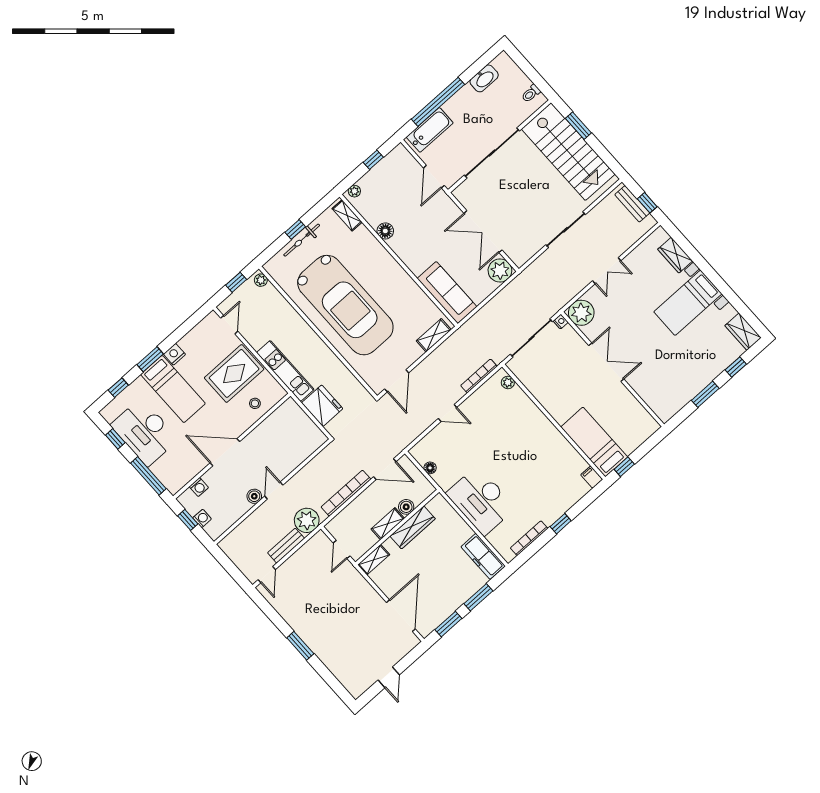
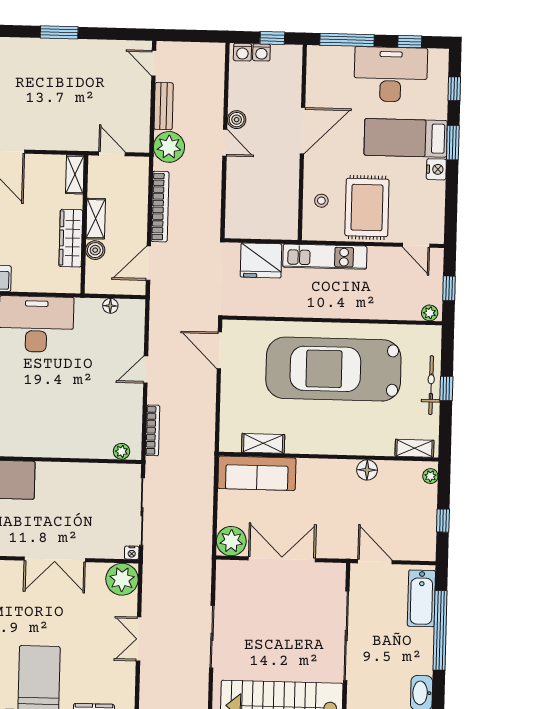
shelving: (434, 335) -> (263, 443), moved, turned 90
washing machine: (199, 487) -> (242, 52), moved, turned -90

